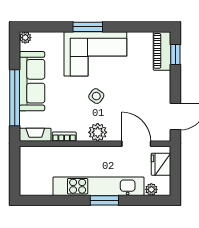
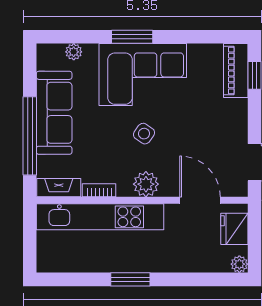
plant: (25, 38) -> (74, 52), moved
kitchen unit: (99, 186) -> (100, 217), moved, turned 180
plant: (151, 189) -> (239, 264), moved
window: (104, 200) -> (130, 279), moved

